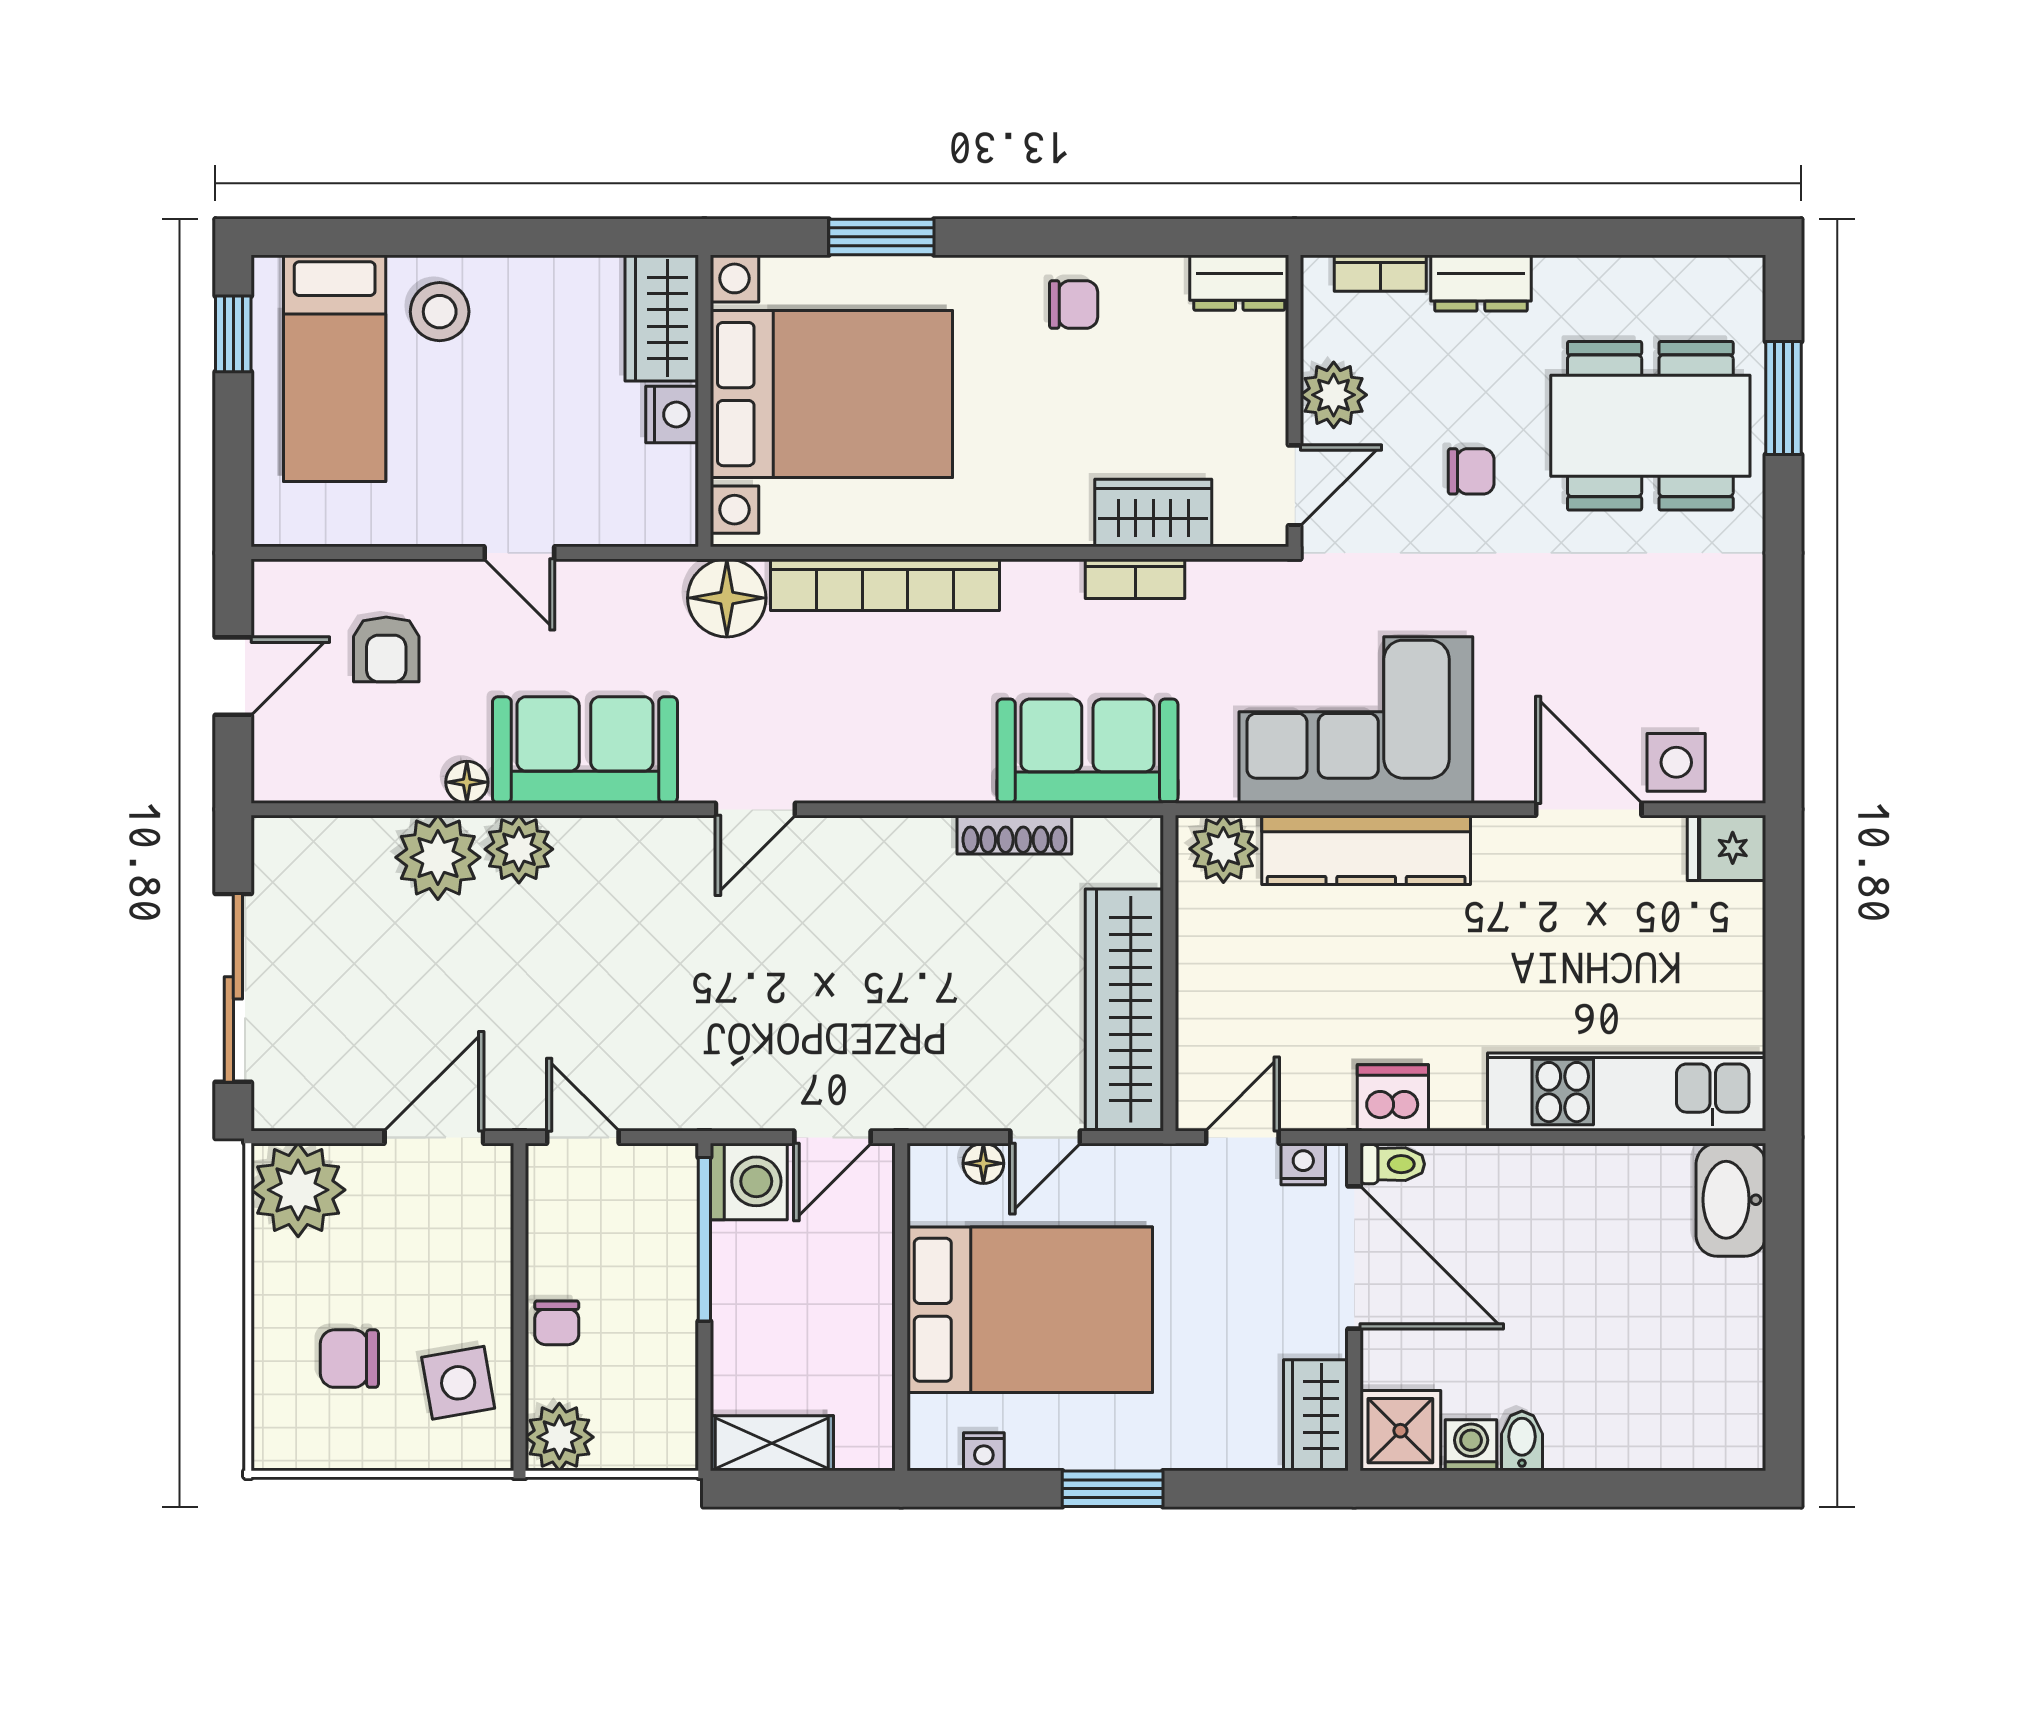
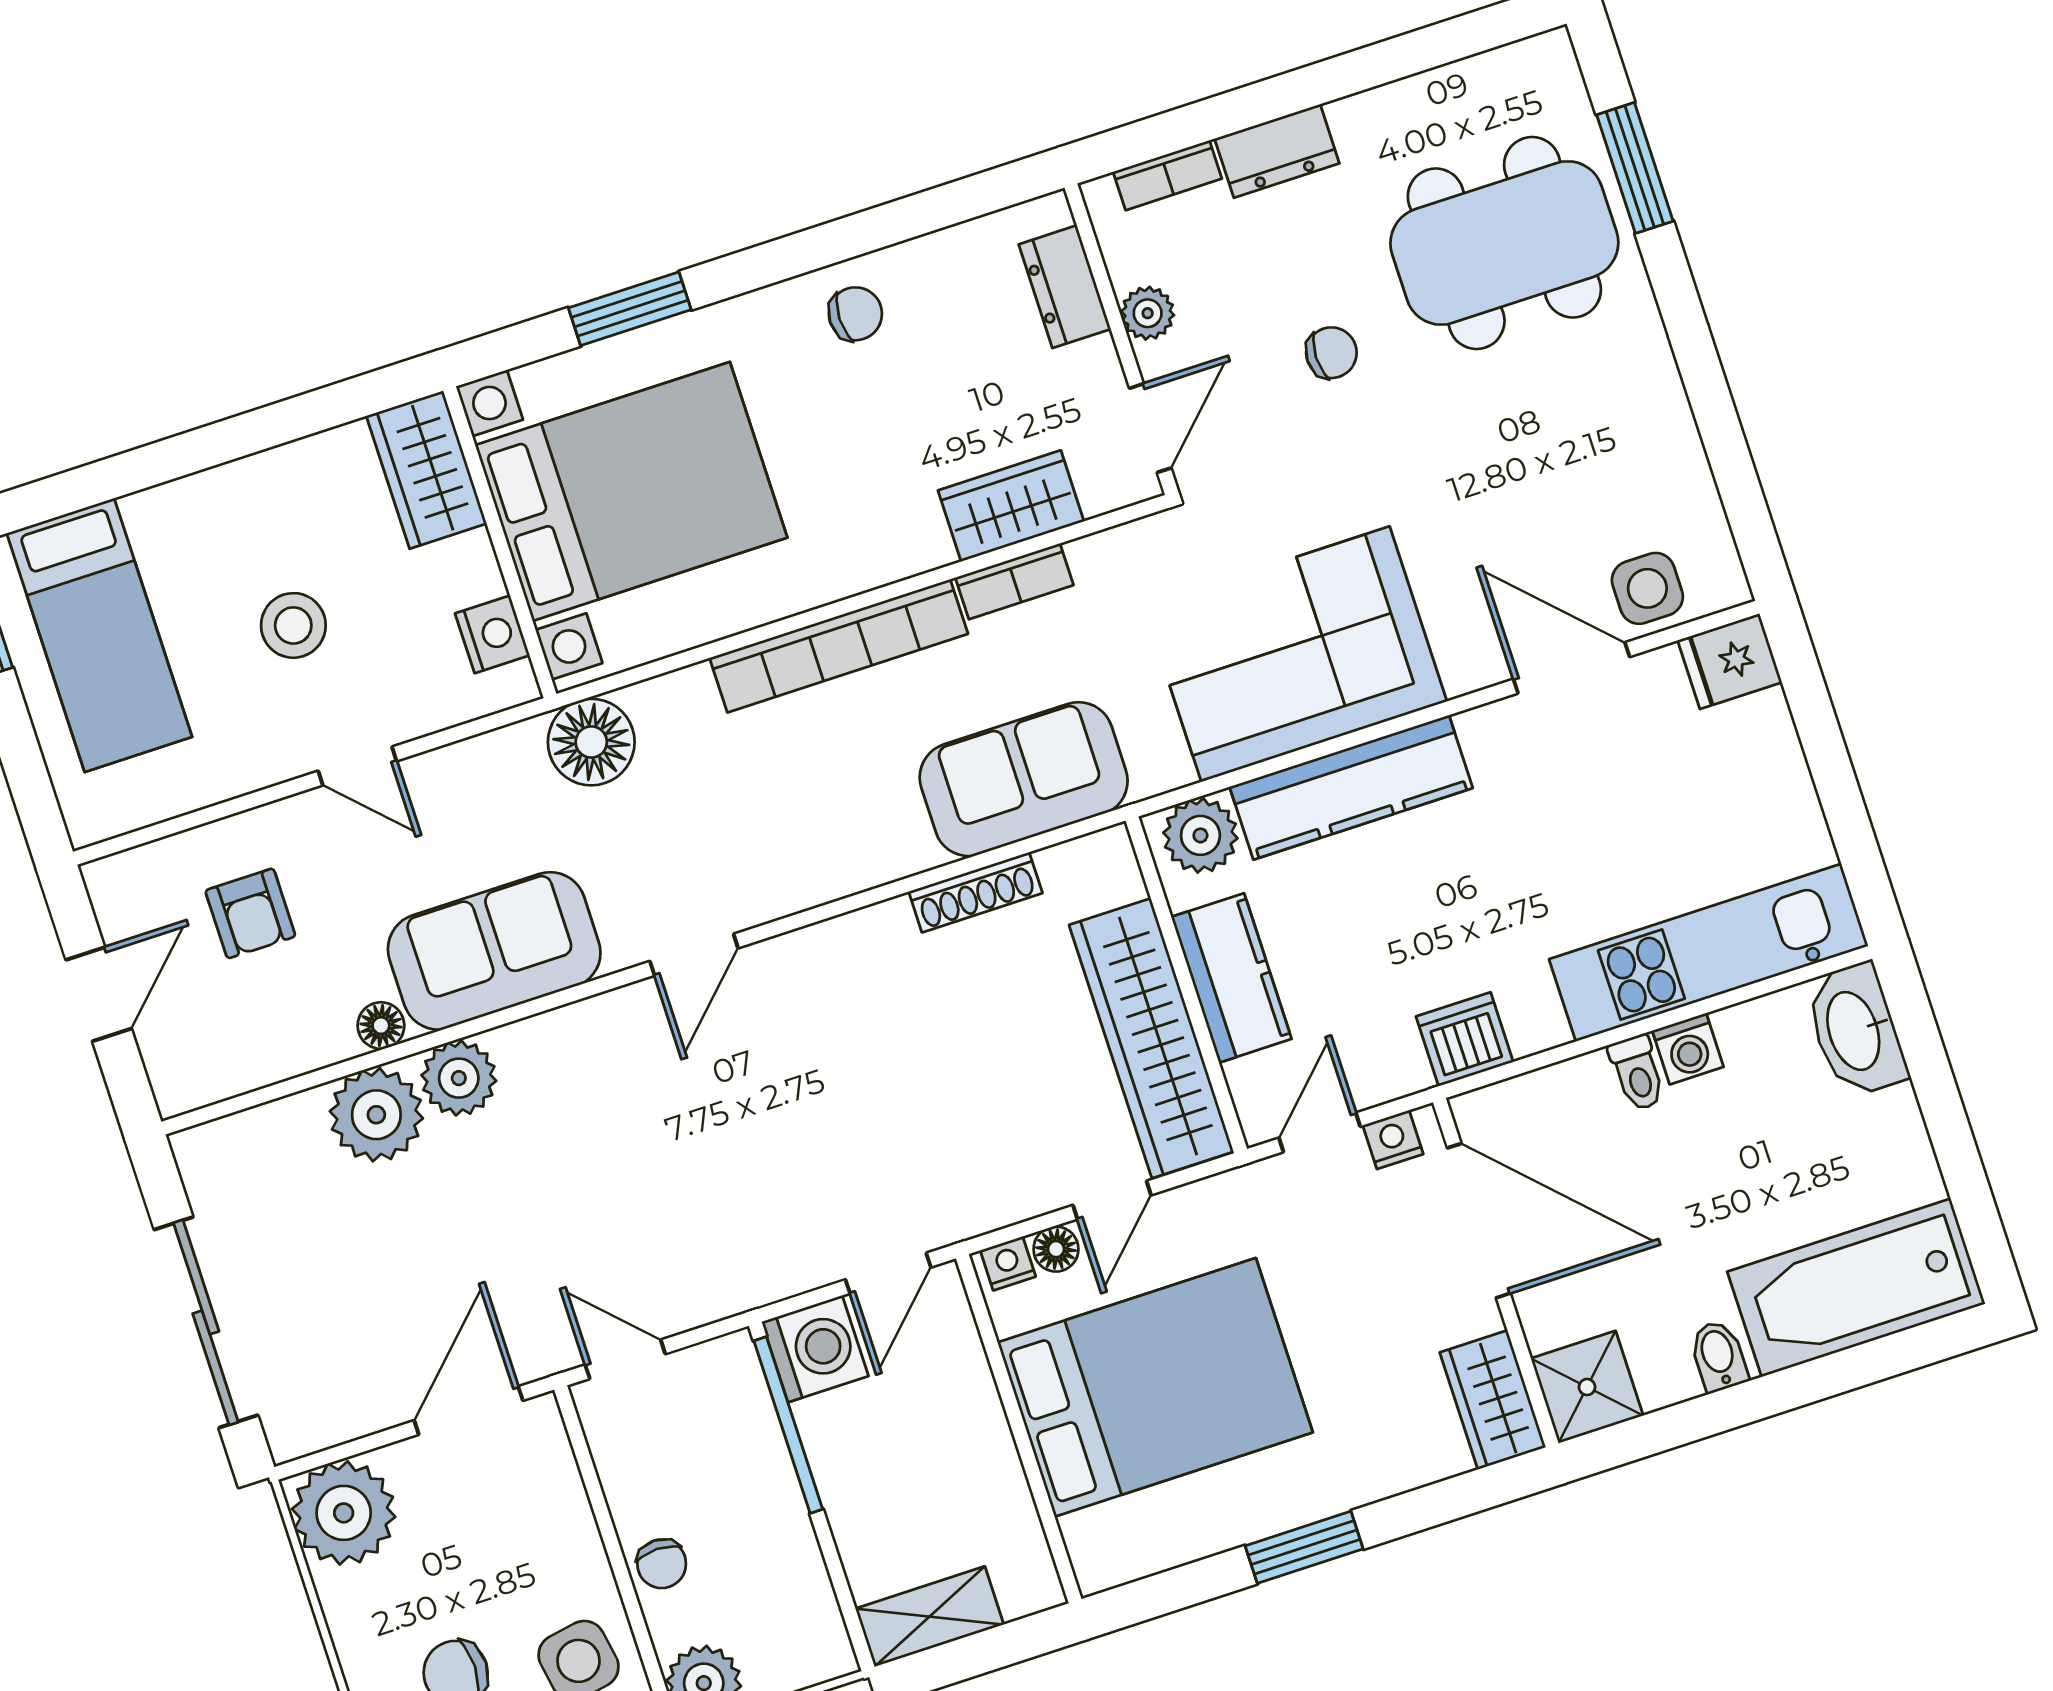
dresser: (1239, 283) -> (1065, 287), moved, turned 90
stool: (440, 312) -> (293, 625), moved
plant: (1334, 395) -> (1148, 313), width x0.73, depth x0.73
nightstand: (672, 414) -> (492, 634), moved
bookcase: (885, 585) -> (839, 646), moved
kitchen counter: (1210, 980) -> (1231, 978), added
toilet: (1392, 1164) -> (1637, 1073), moved, turned 90
bathtub: (1659, 1421) -> (1856, 1288), added
washing machine: (1471, 1445) -> (1688, 1049), moved, turned 180
nightstand: (984, 1452) -> (1008, 1263), moved, turned 180

